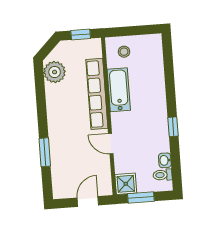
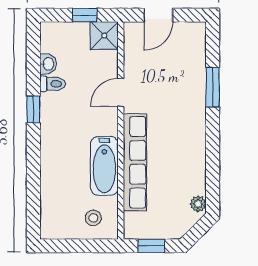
plant: (55, 72) -> (198, 204), width x0.53, depth x0.53
door: (111, 144) -> (121, 92), swing flipped
toilet: (163, 175) -> (53, 84), moved
window: (141, 198) -> (85, 15), width x0.67

